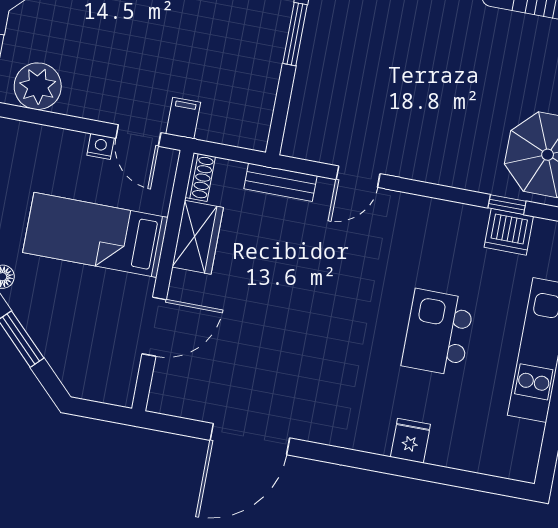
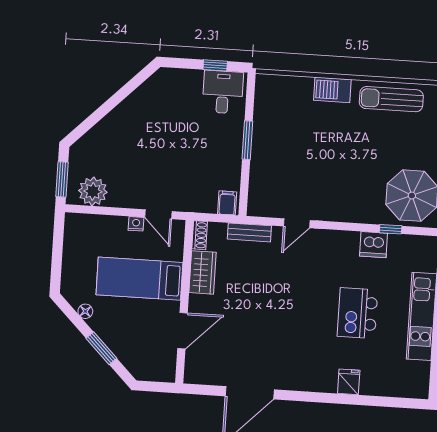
filing cabinet: (183, 118) -> (227, 203), moved
dishwasher: (509, 232) -> (373, 245), moved

